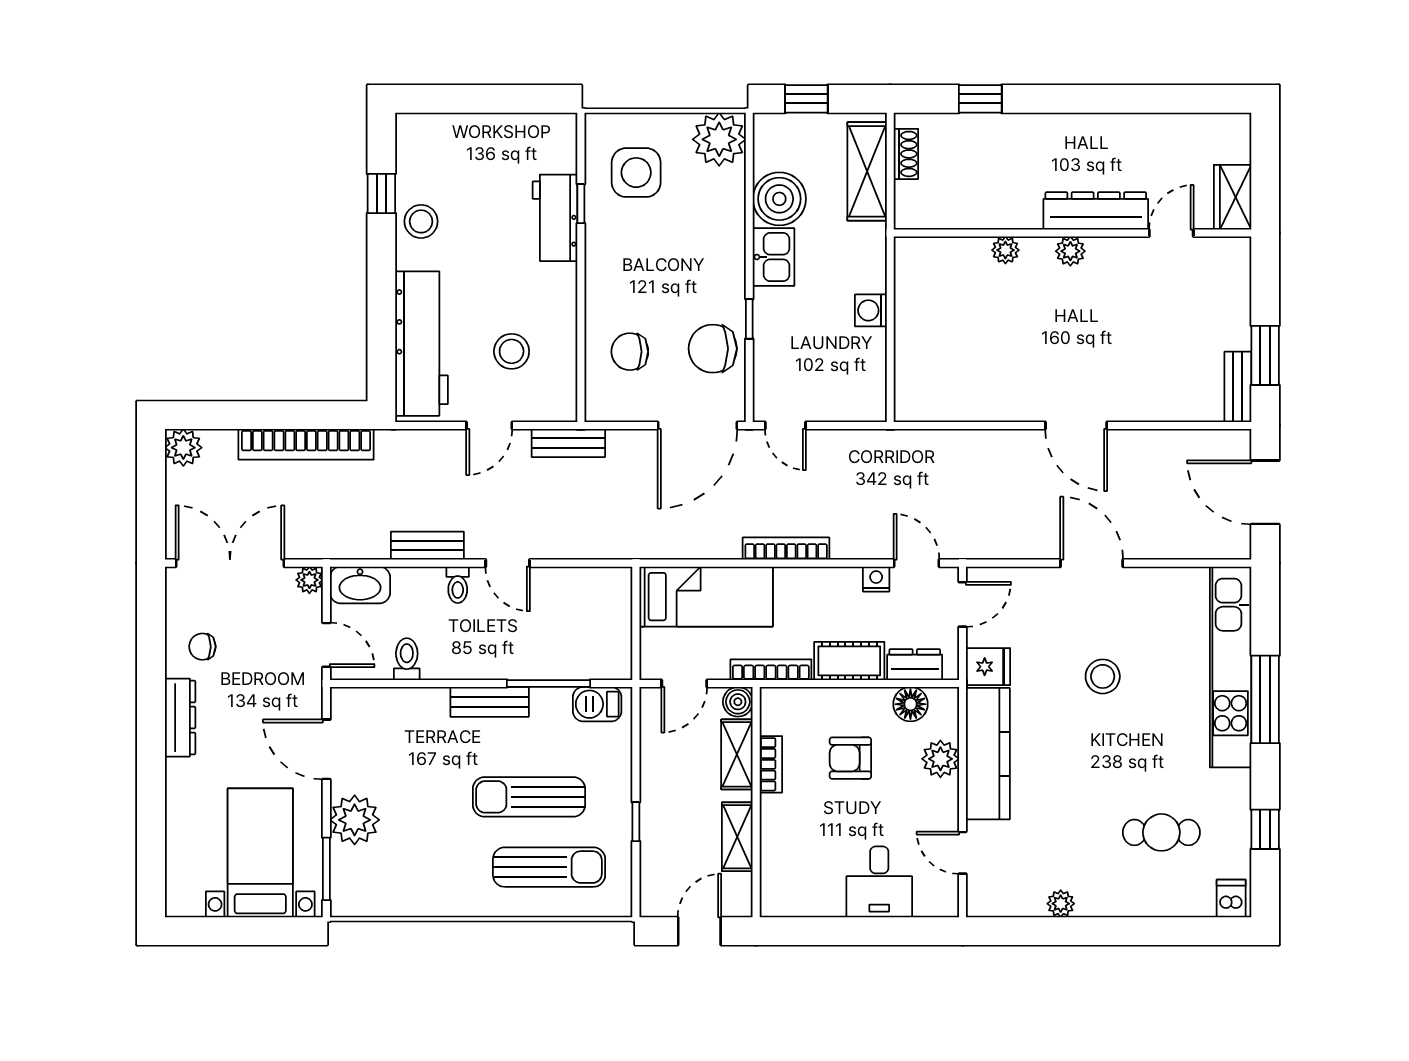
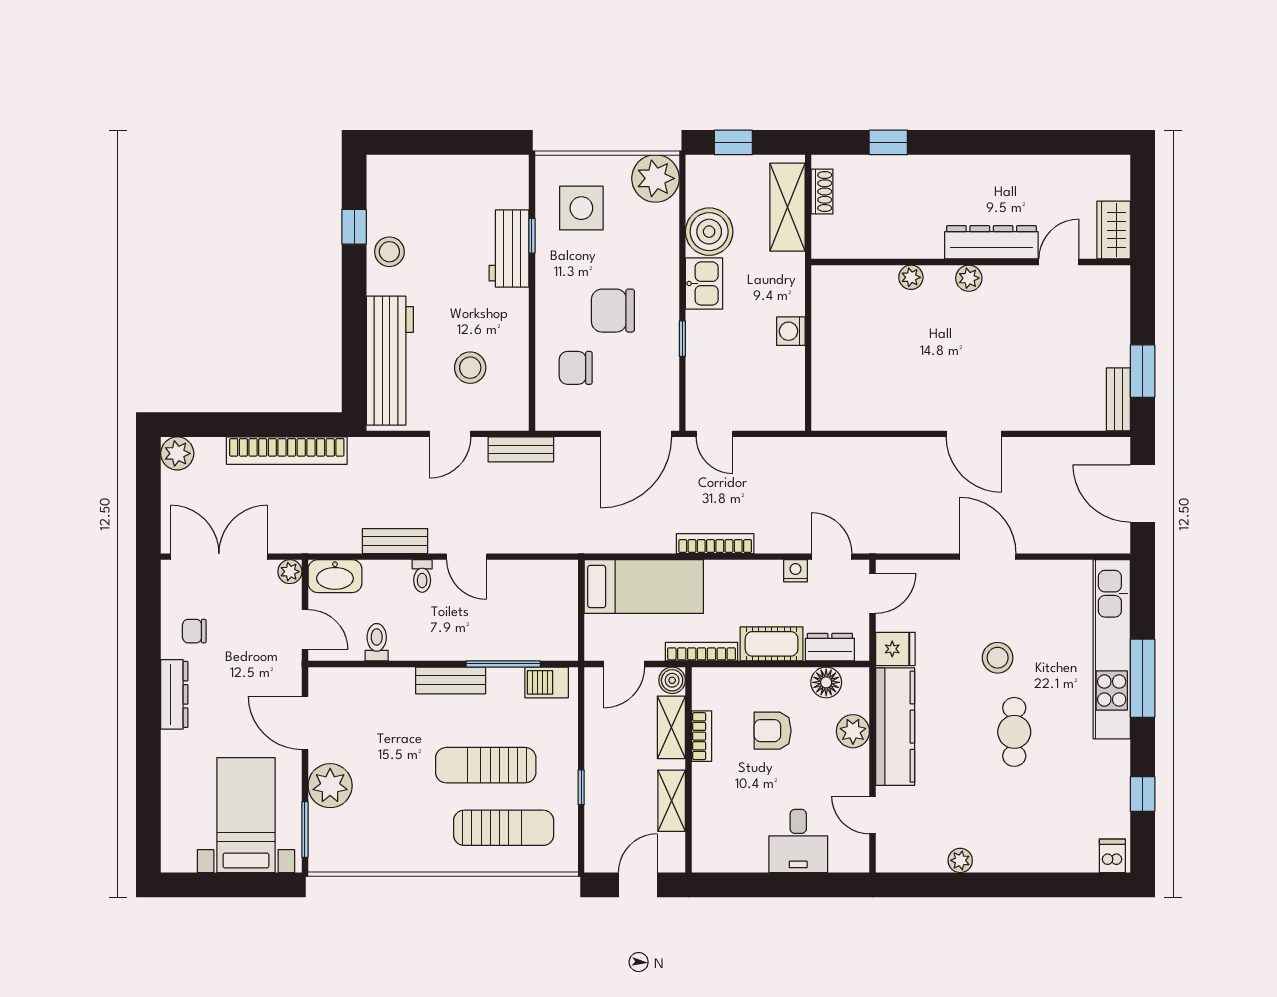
chair: (713, 349) -> (613, 311), moved
cafe table: (1161, 832) -> (1014, 732), moved, turned 90

